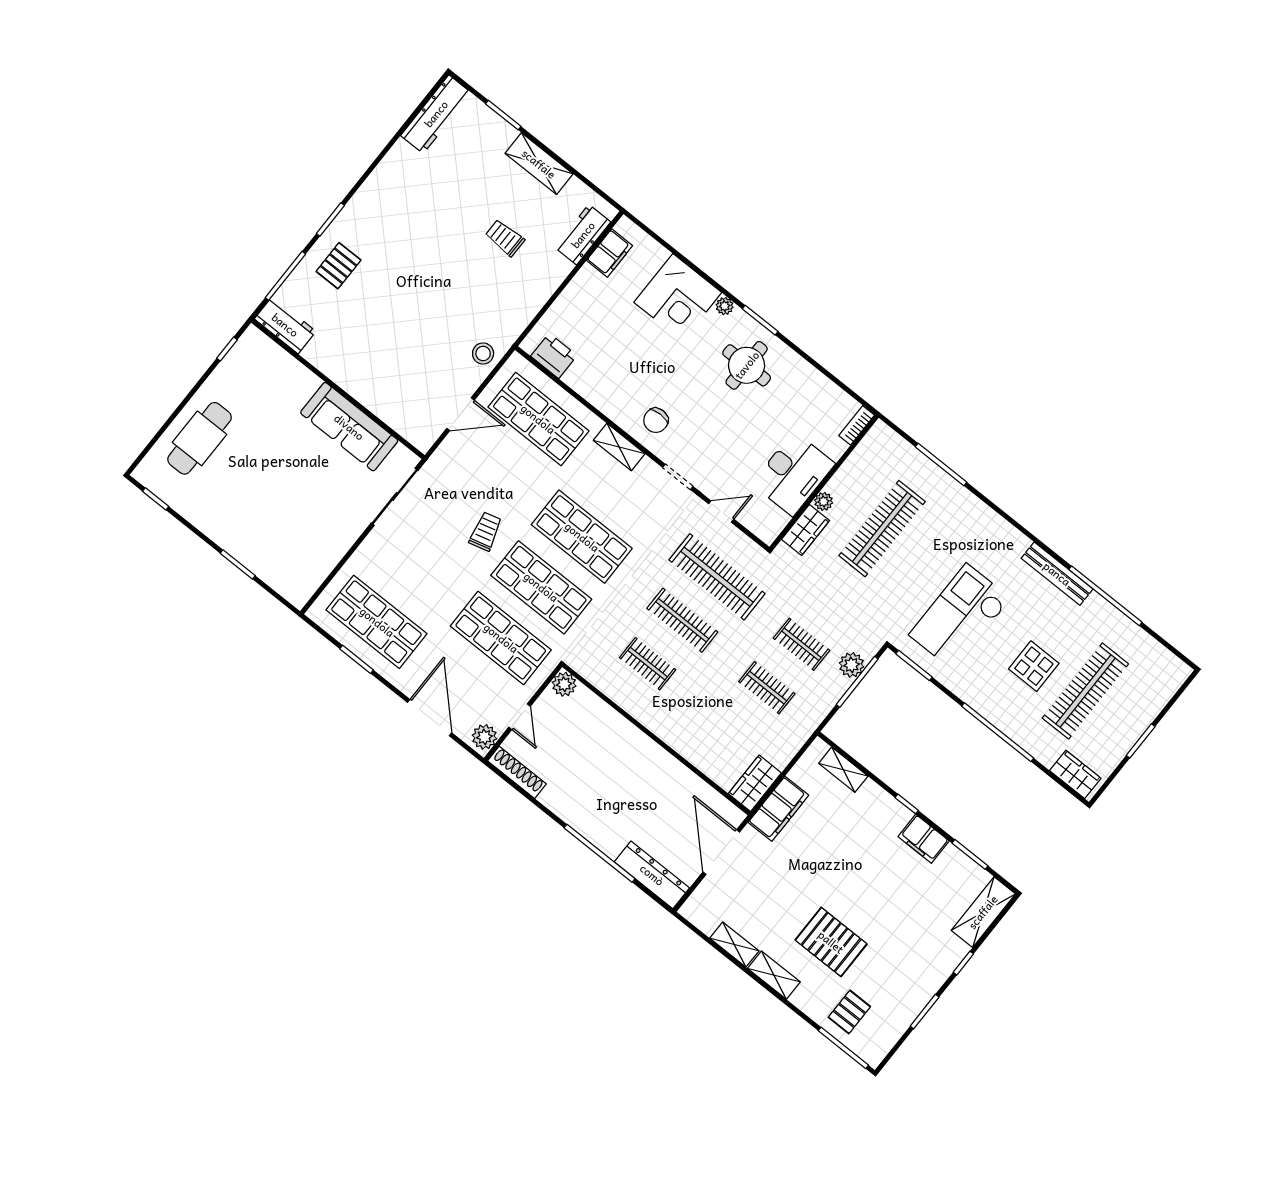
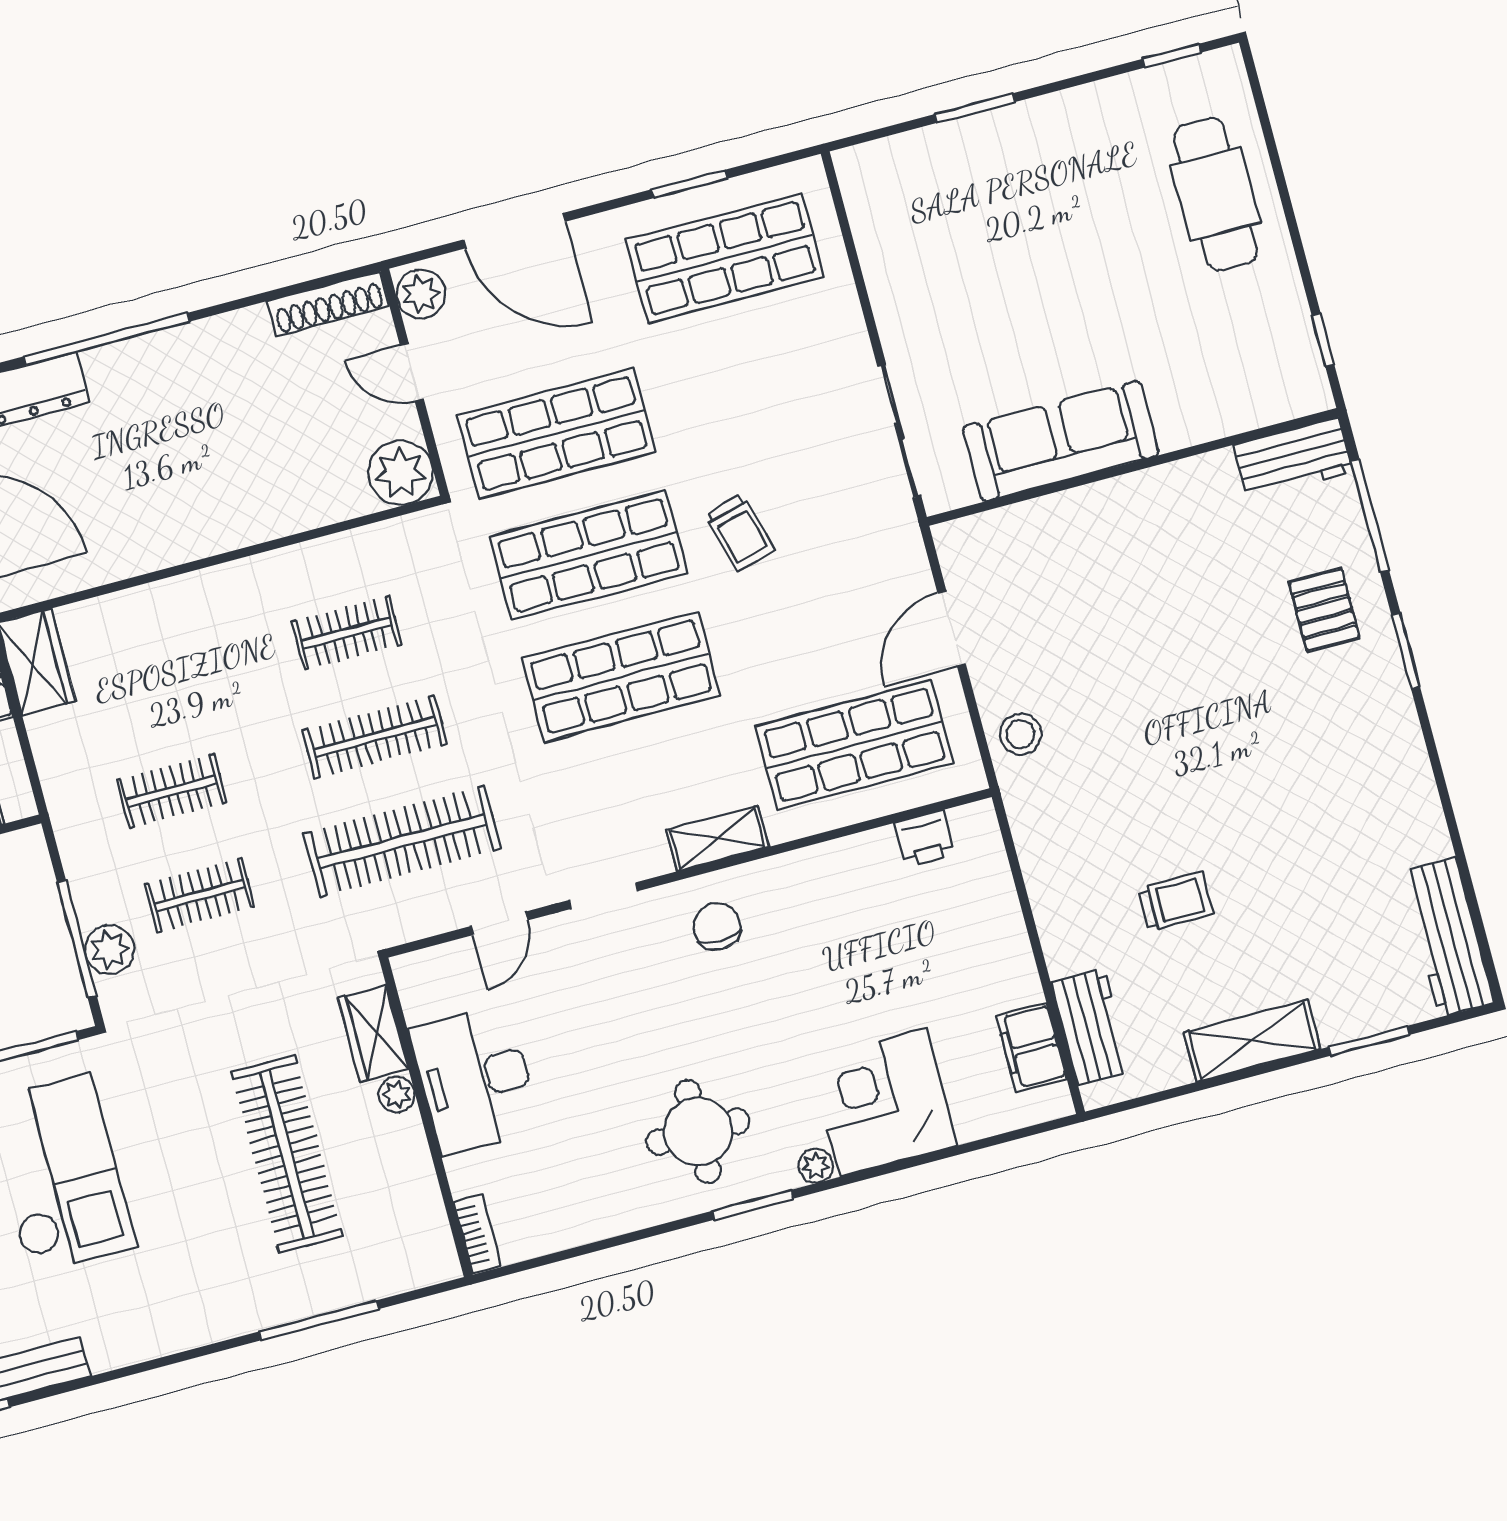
printer: (554, 356) -> (925, 839), width x0.73, depth x0.81
plant: (564, 684) -> (401, 473), width x1.36, depth x1.36

